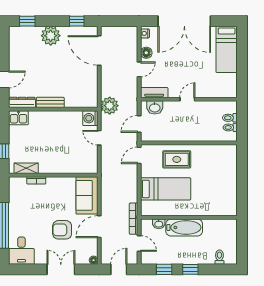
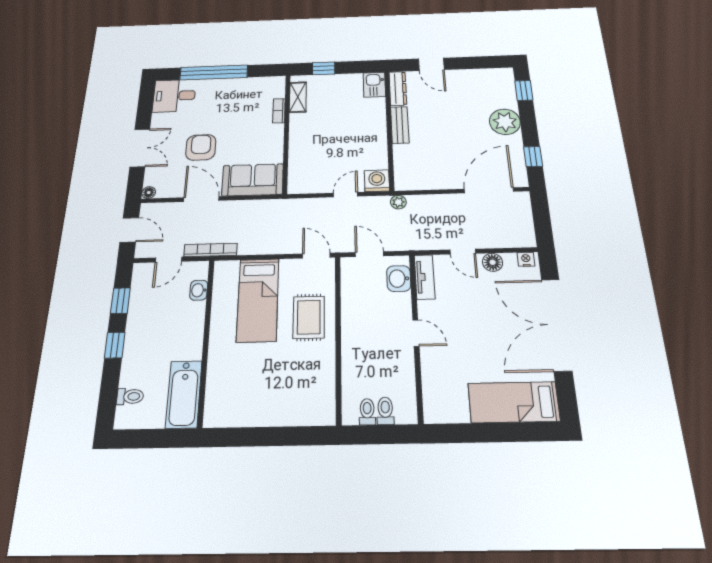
plant: (110, 106) -> (398, 202), width x0.53, depth x0.53
bathtub: (184, 227) -> (184, 394), moved

